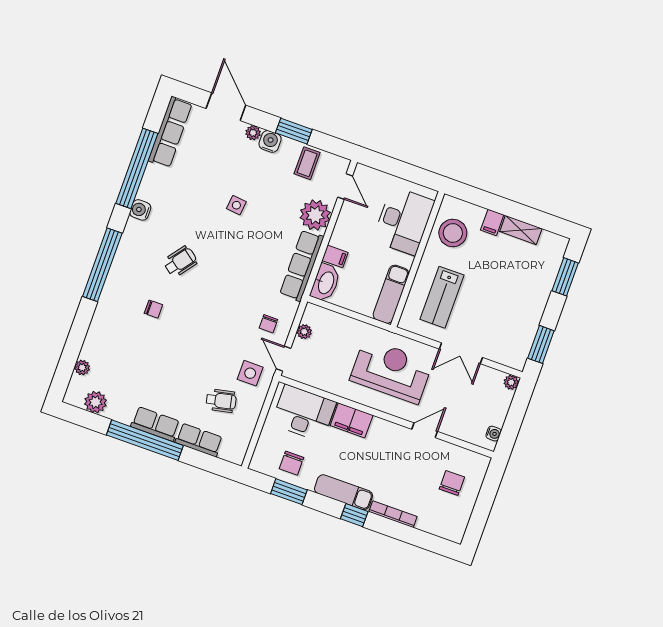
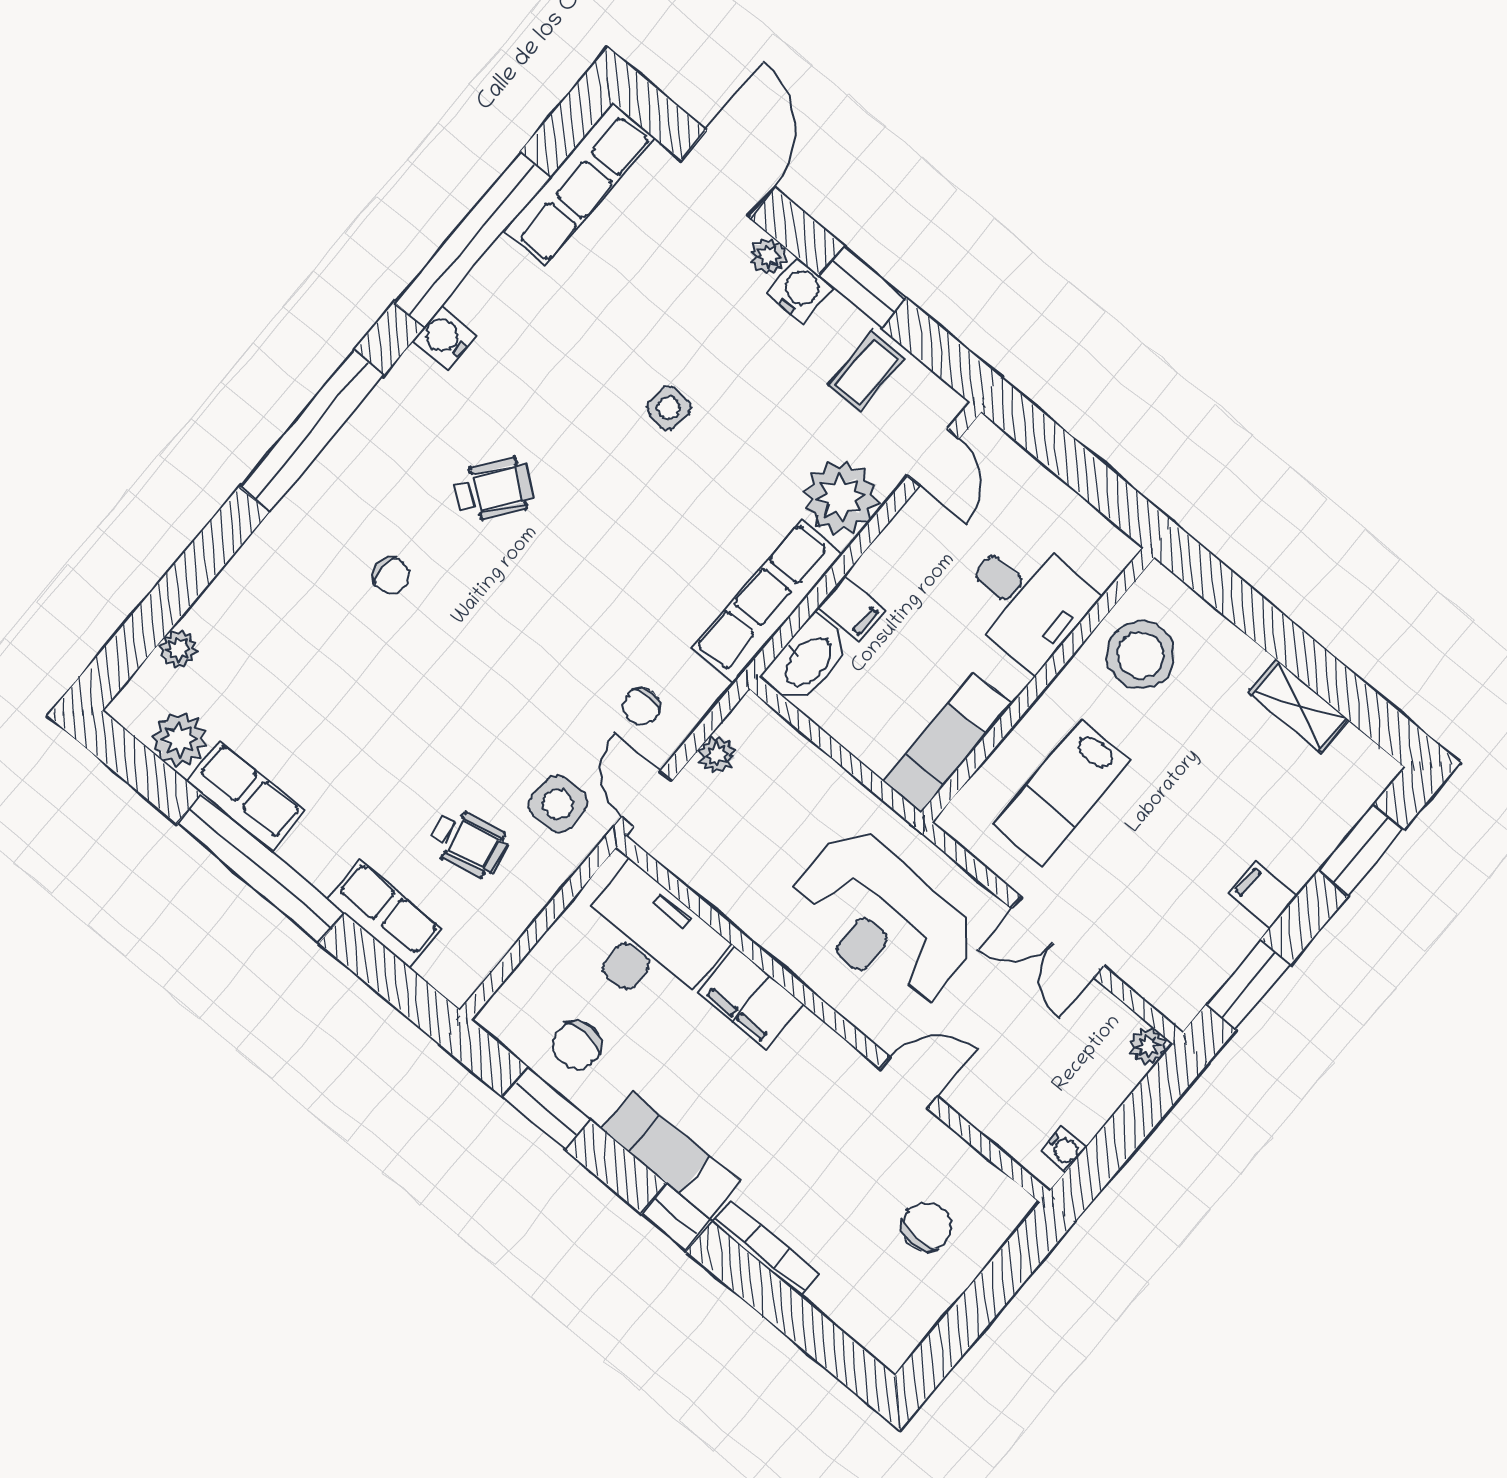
desk: (403, 221) -> (1026, 600), width x0.73
filing cabinet: (492, 222) -> (1263, 895), moved, turned 90
reception desk: (391, 371) -> (883, 919), turned 180
row of seats: (155, 424) -> (246, 796), moved

